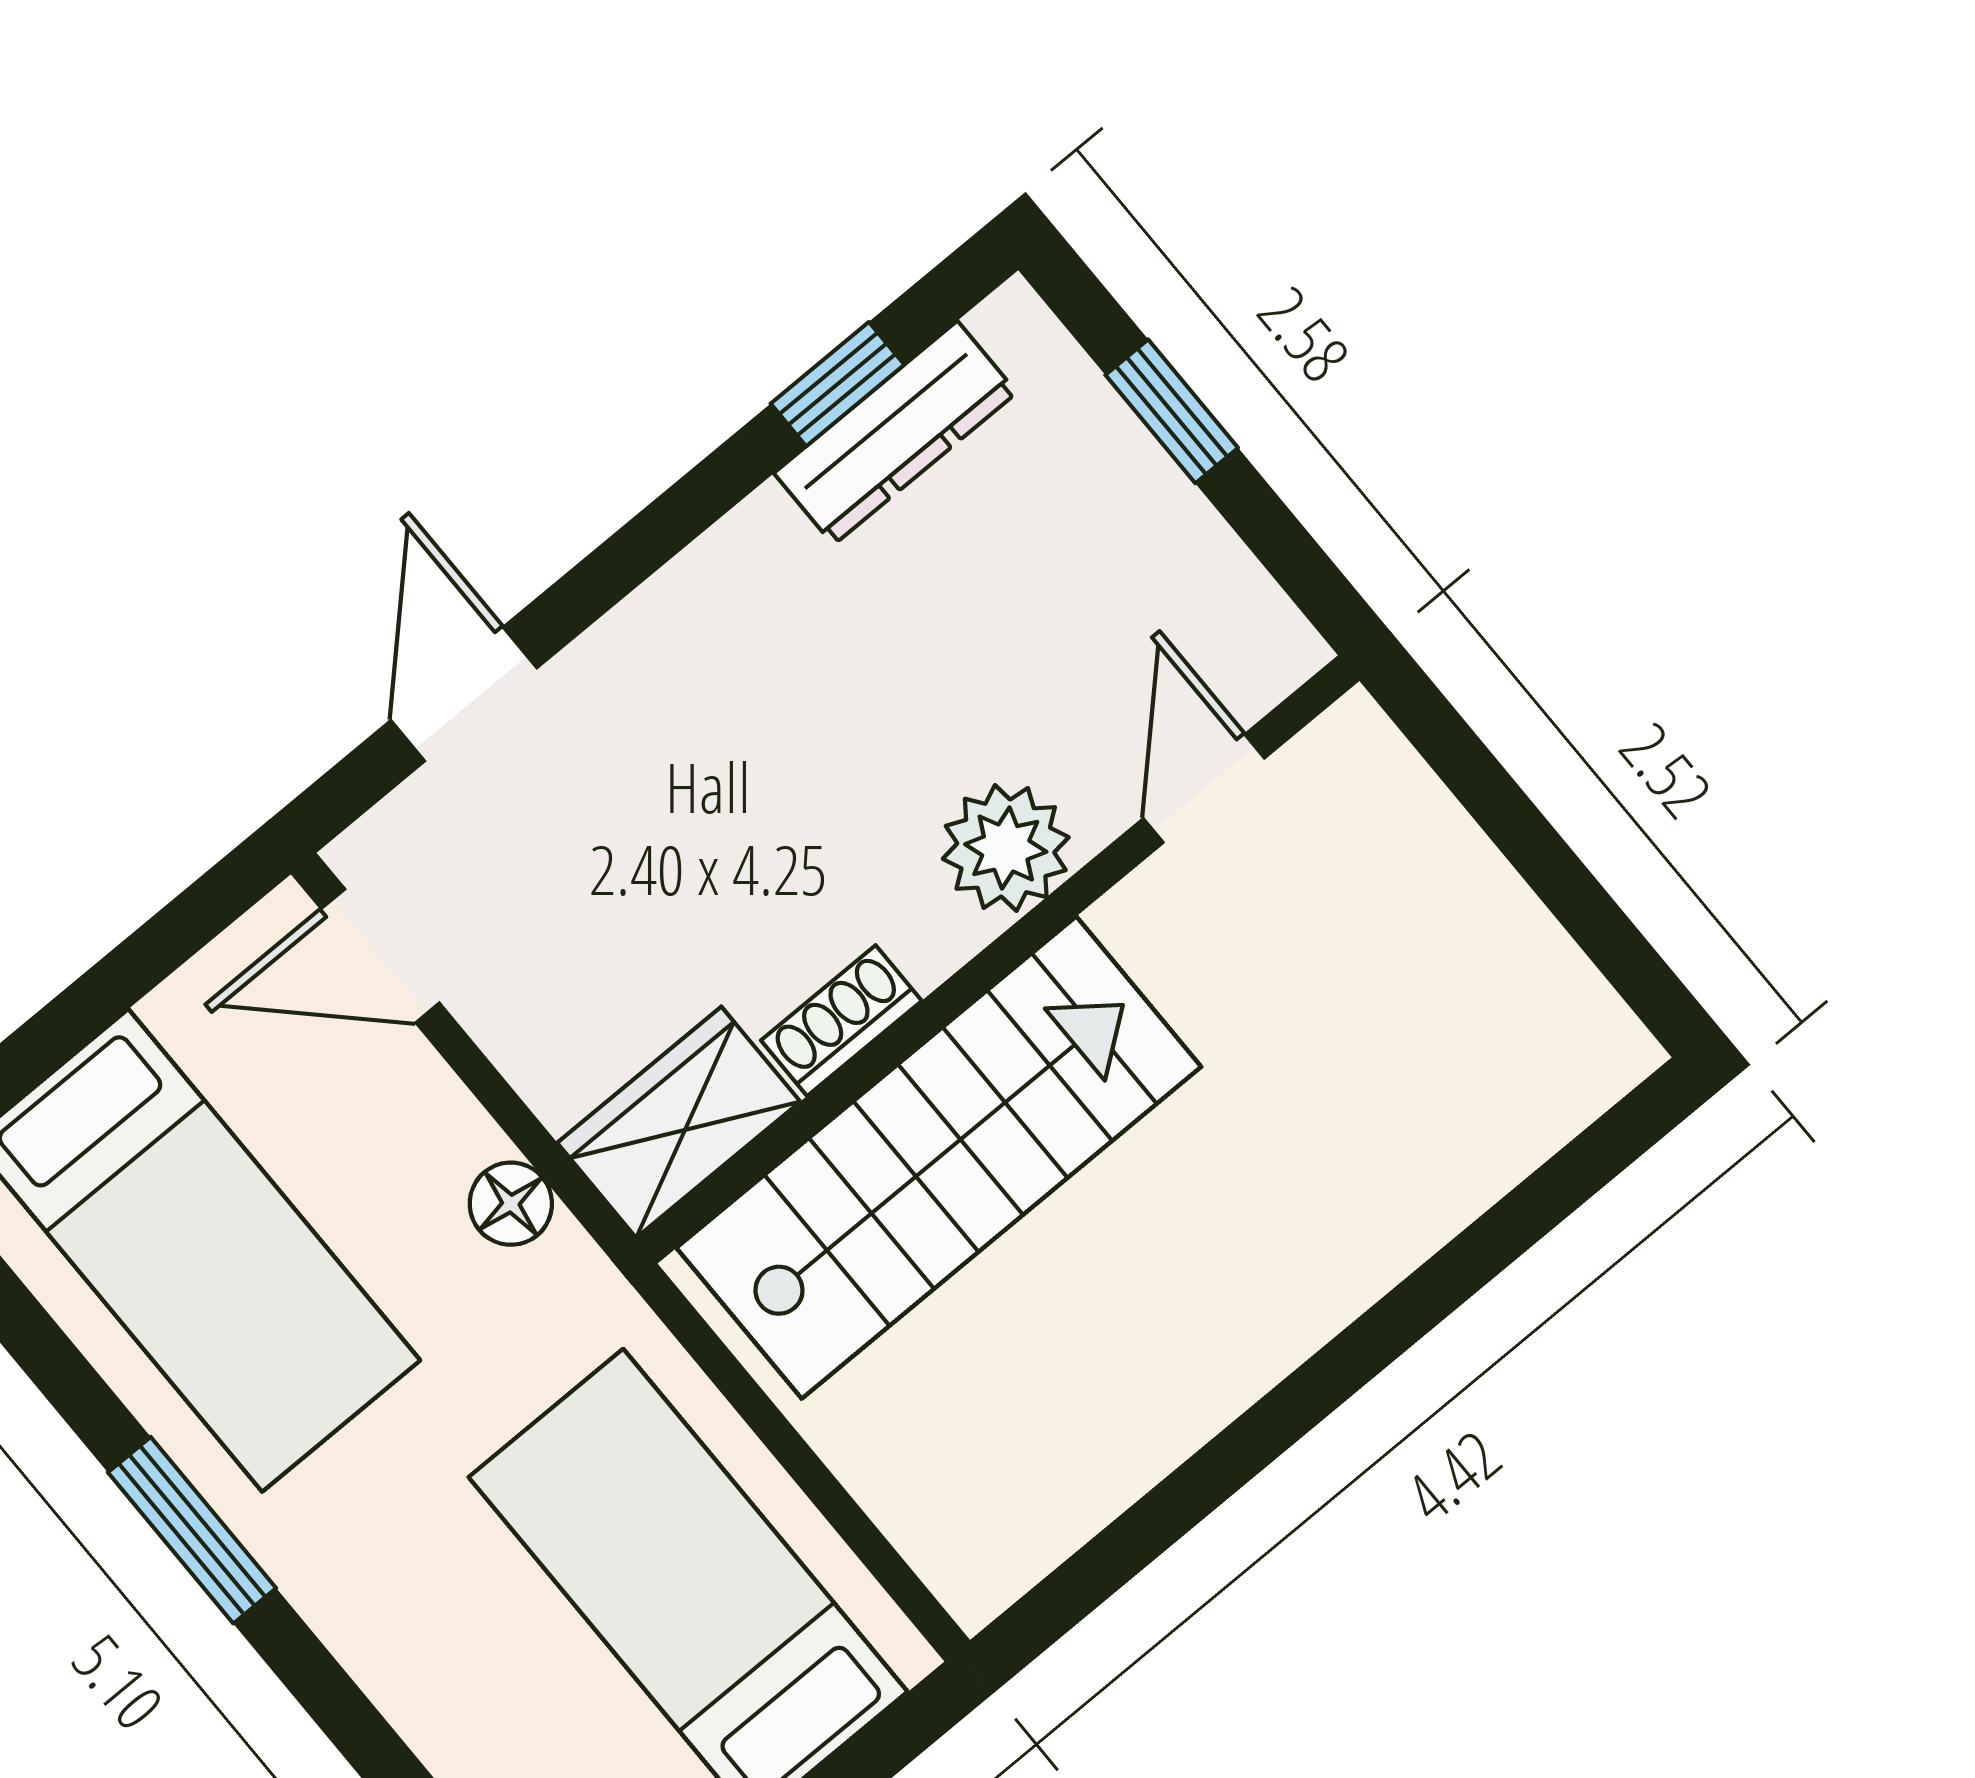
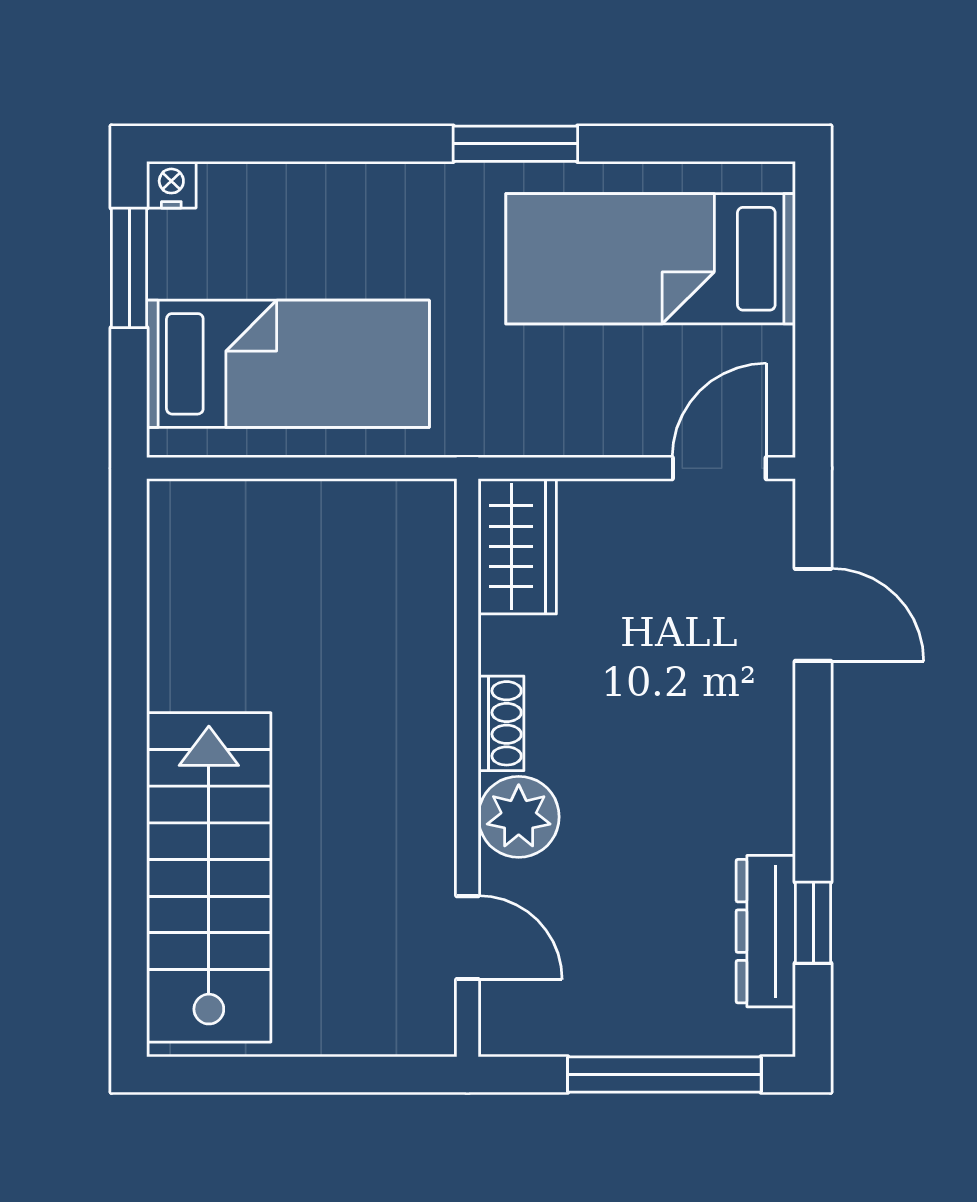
window: (1172, 411) -> (664, 1075), width x2.17
shoe rack: (841, 1021) -> (501, 723), moved
stairs: (939, 1157) -> (209, 877), moved, turned 180
floor lamp: (511, 1204) -> (546, 432), removed

